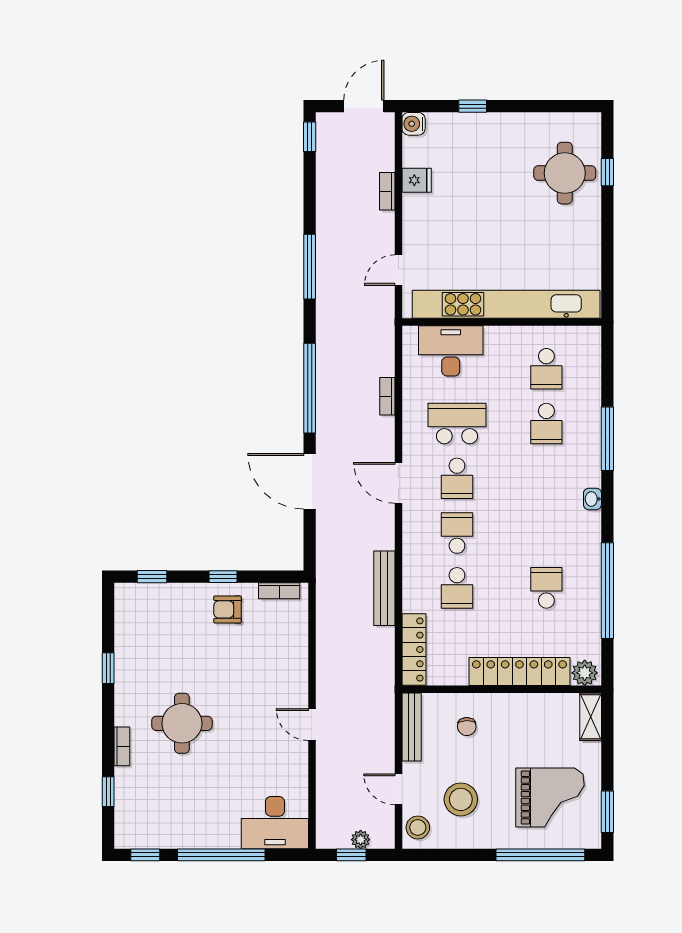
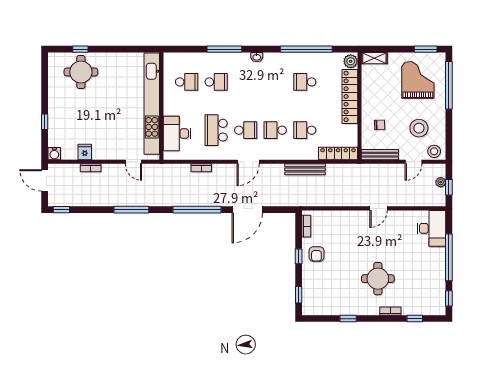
school desk: (457, 588) -> (305, 130), turned 180

